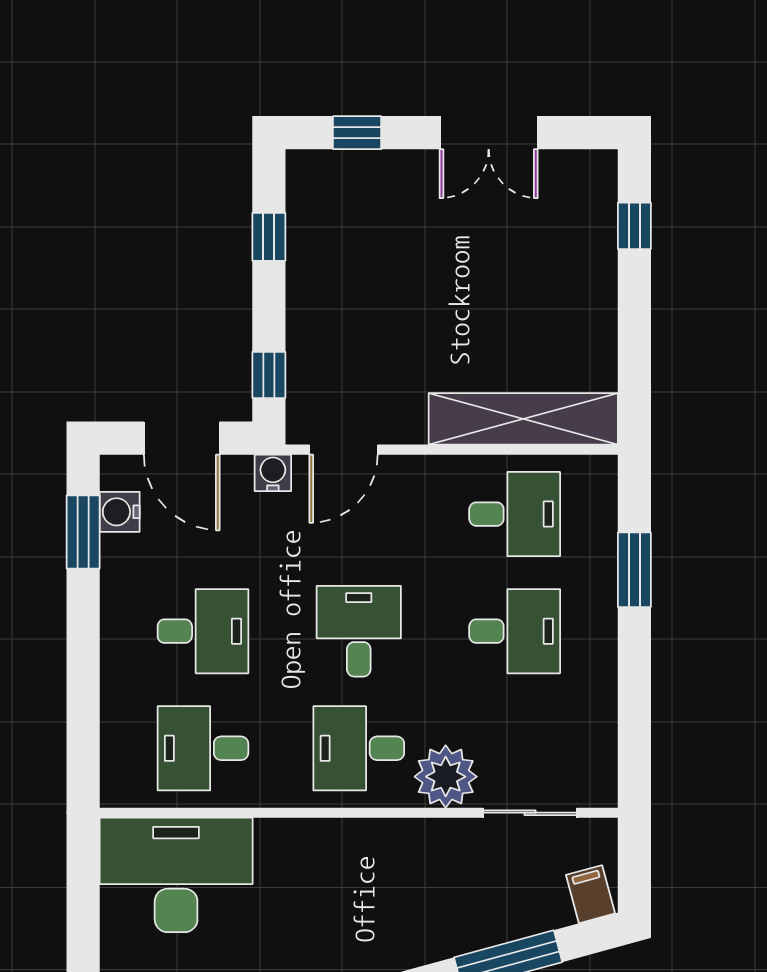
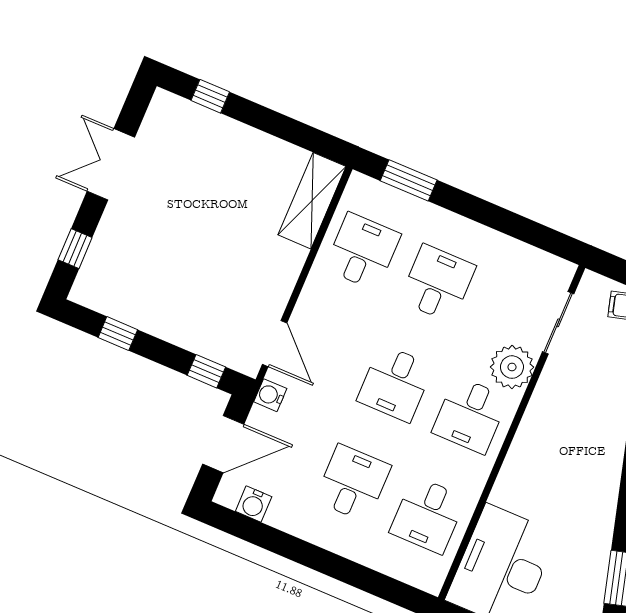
double door: (489, 133) -> (111, 164), swing flipped
shelving: (523, 419) -> (312, 201), width x0.68
window: (83, 532) -> (257, 533), removed
window: (634, 570) -> (409, 180), moved
desk: (359, 631) -> (395, 383), turned -90

